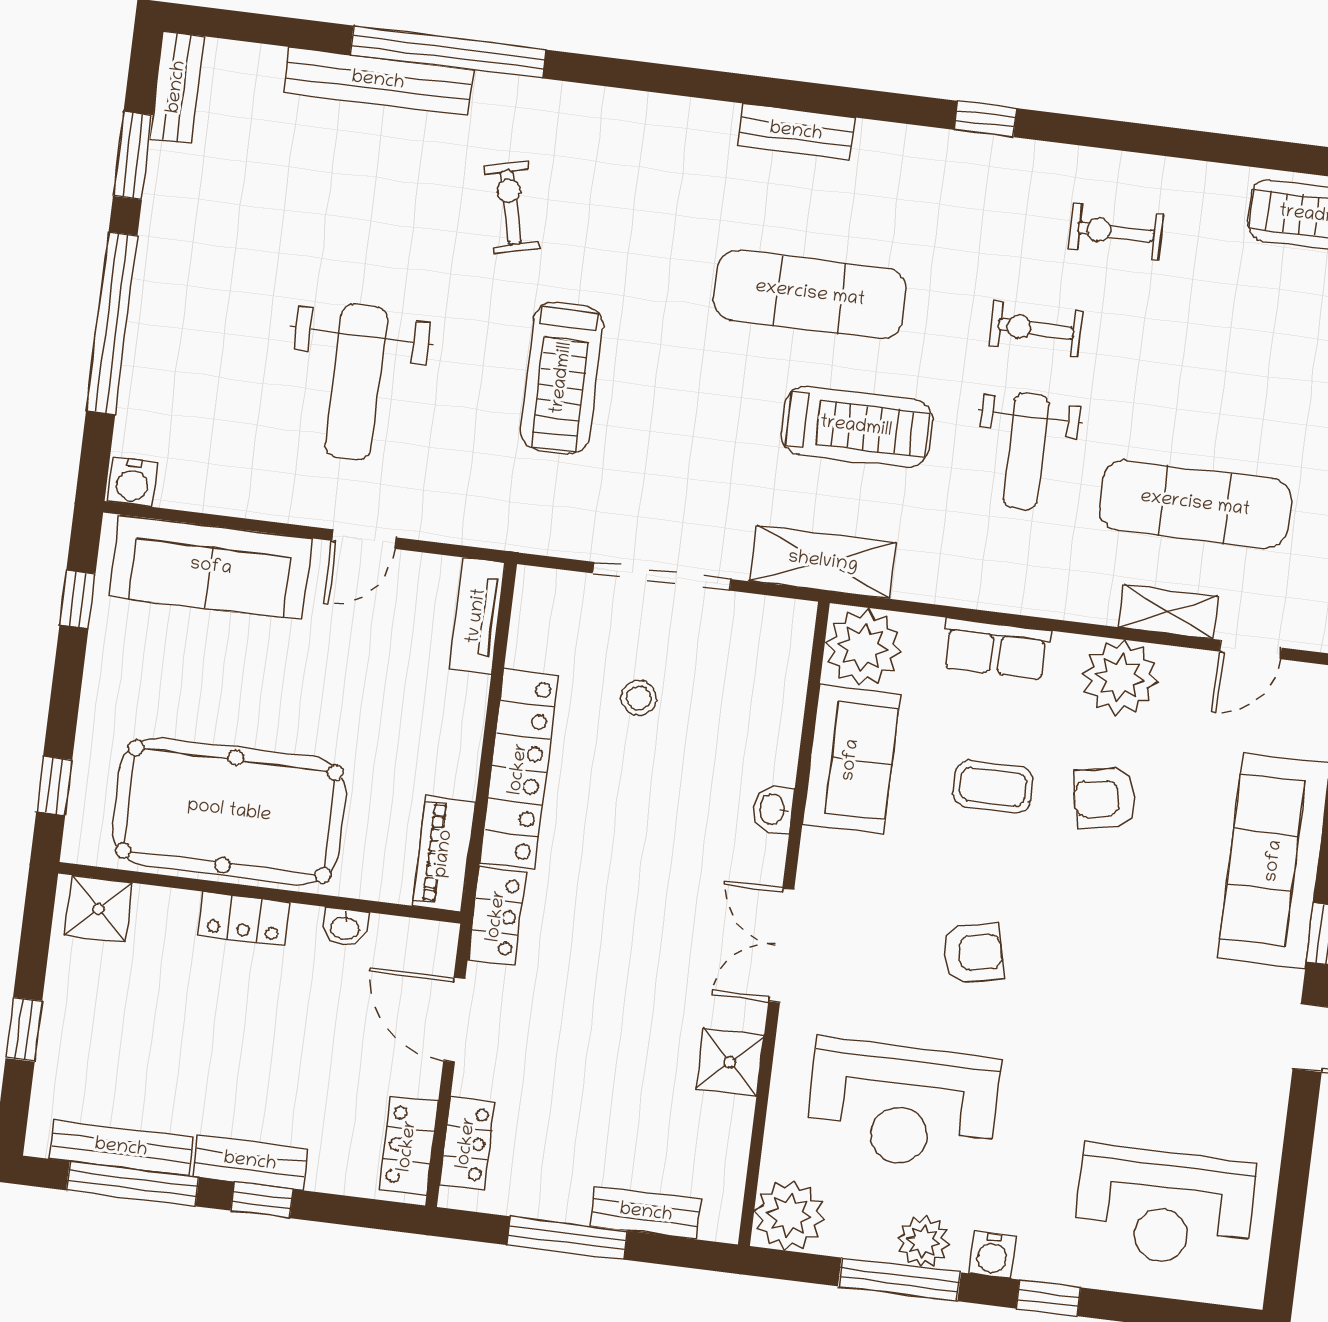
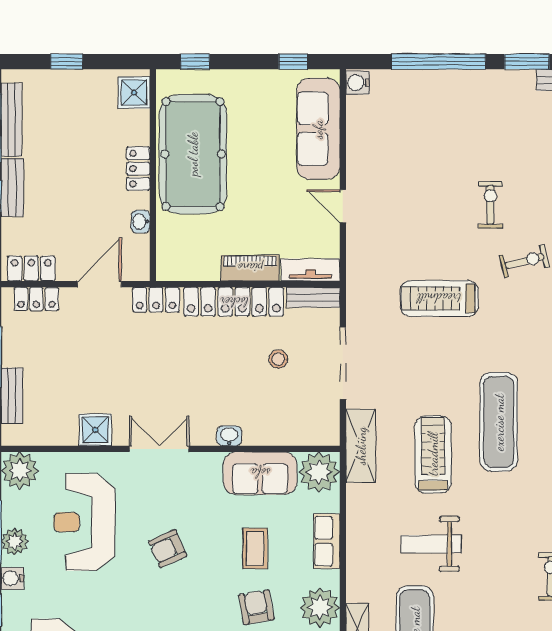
exercise bike: (1036, 329) -> (490, 205), moved
weight bench: (356, 382) -> (424, 192), removed
treadmill: (856, 427) -> (433, 454), turned 180
bench: (530, 617) -> (313, 297), added
piano: (444, 854) -> (250, 268), moved
armchair: (973, 953) -> (168, 549), turned 78

